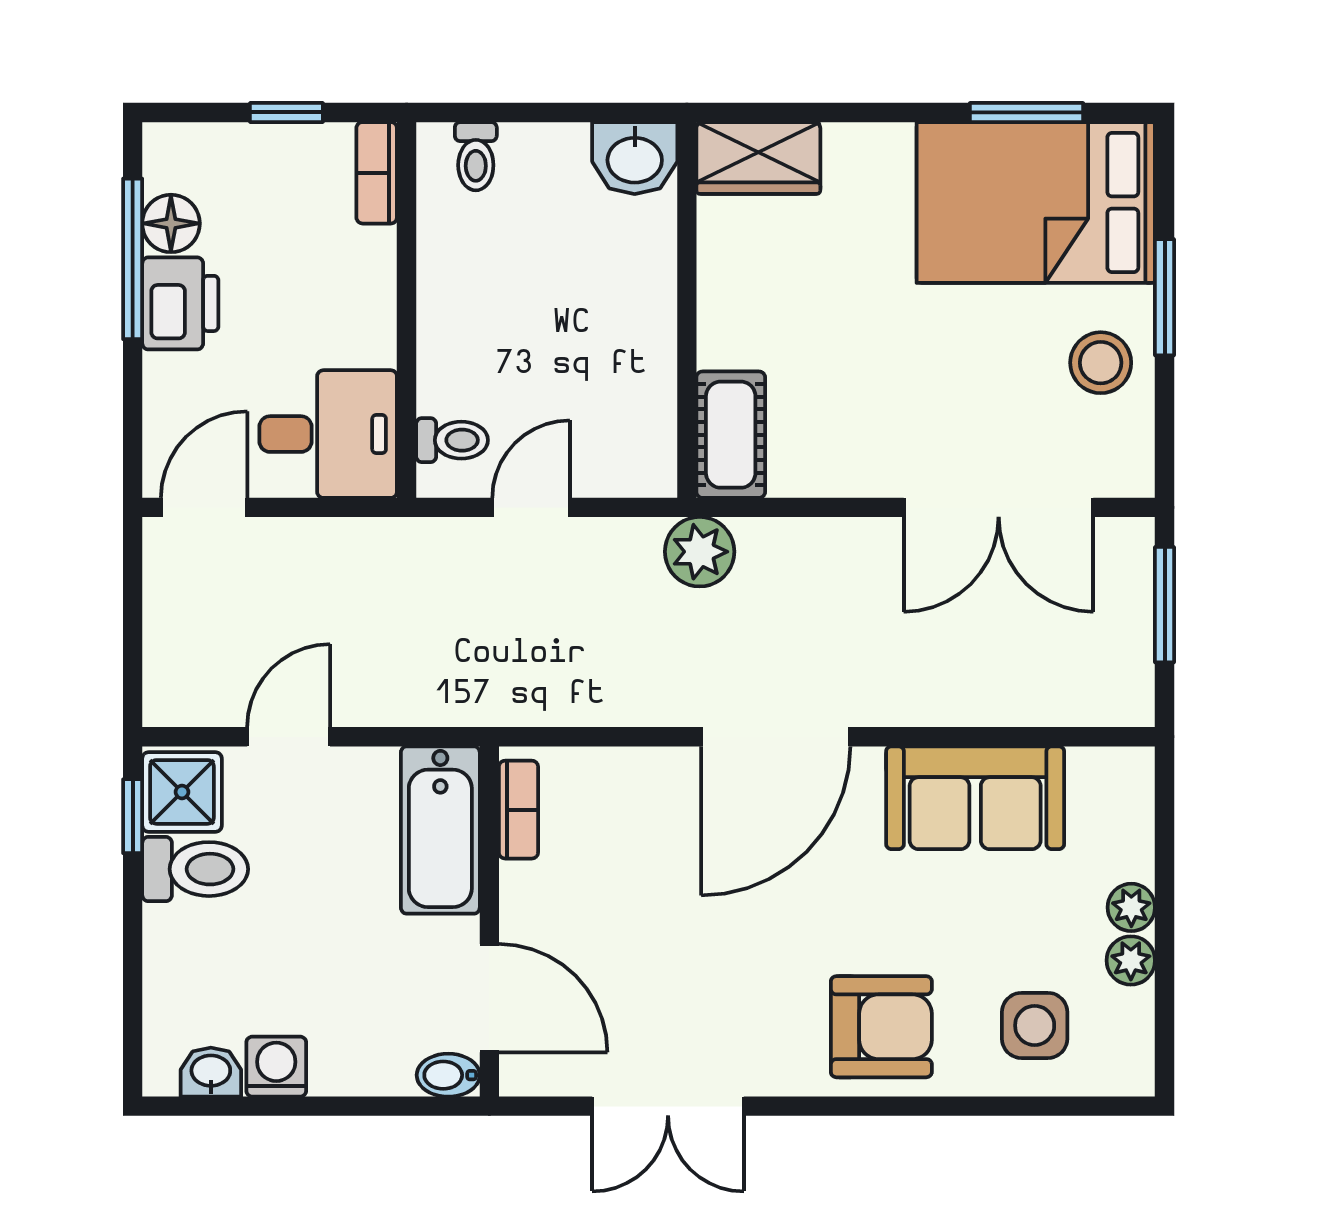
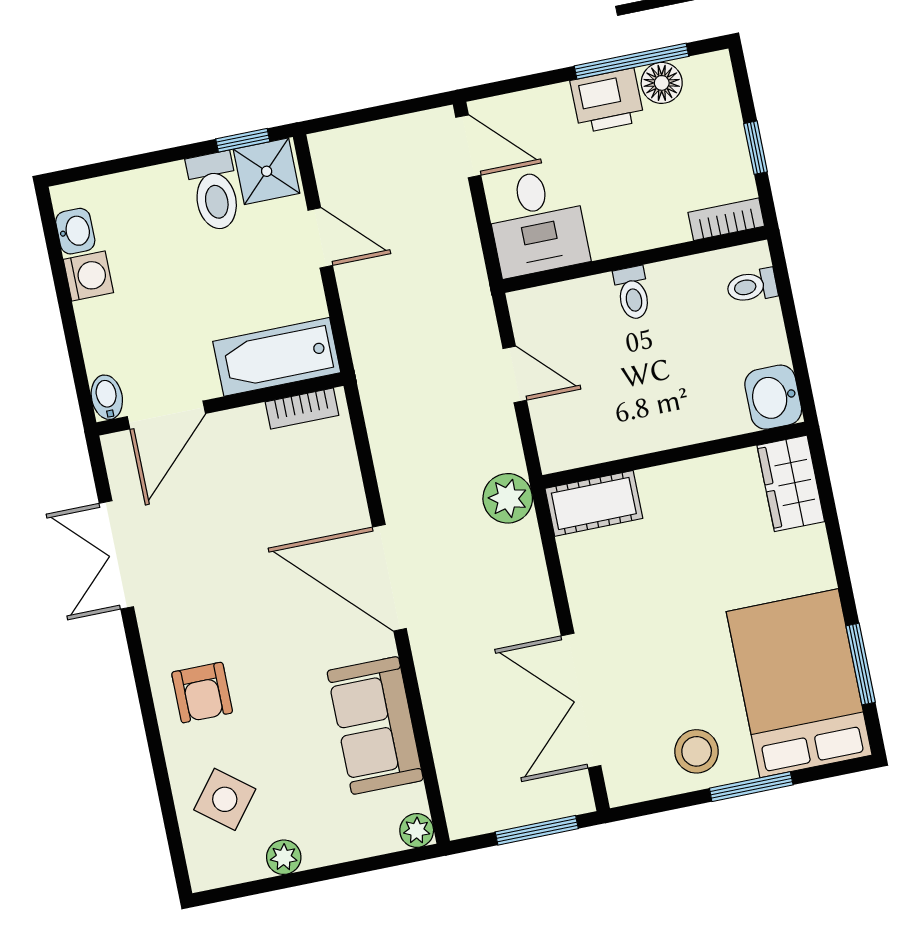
toilet: (452, 440) -> (633, 293), moved
plant: (1131, 907) -> (417, 830), moved
side table: (1035, 1025) -> (225, 799), turned 38
armchair: (881, 1027) -> (202, 693), width x0.72, depth x0.72

